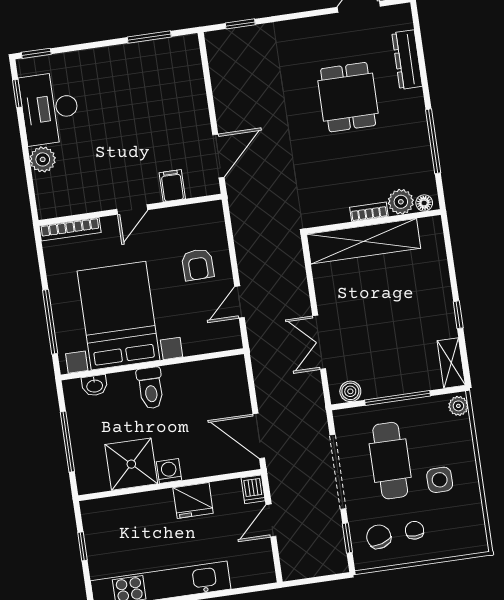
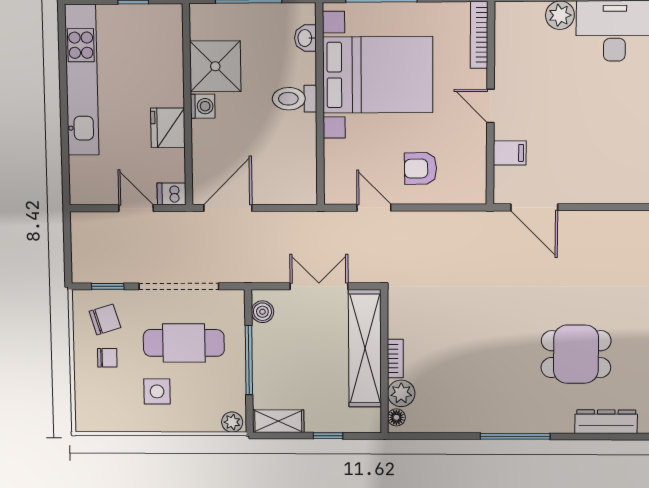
plant: (401, 202) -> (401, 393), moved
floor lamp: (424, 203) -> (396, 417), moved
bookcase: (369, 212) -> (395, 358), moved
wall: (373, 222) -> (384, 361), moved
shelving: (364, 241) -> (365, 348), moved

